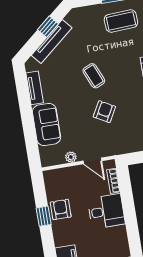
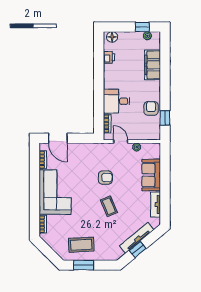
armchair: (104, 112) -> (105, 178), turned -119
armchair: (61, 209) -> (151, 108), turned 180
window: (44, 216) -> (165, 118), moved

